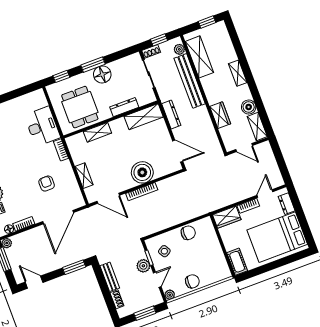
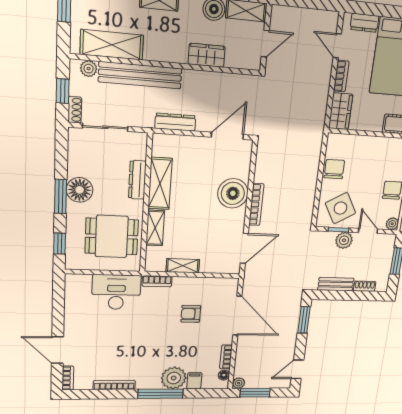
shelving: (144, 117) -> (160, 184), moved
shelving: (84, 176) -> (183, 266), moved
side table: (164, 251) -> (340, 208), width x1.87, depth x1.87

